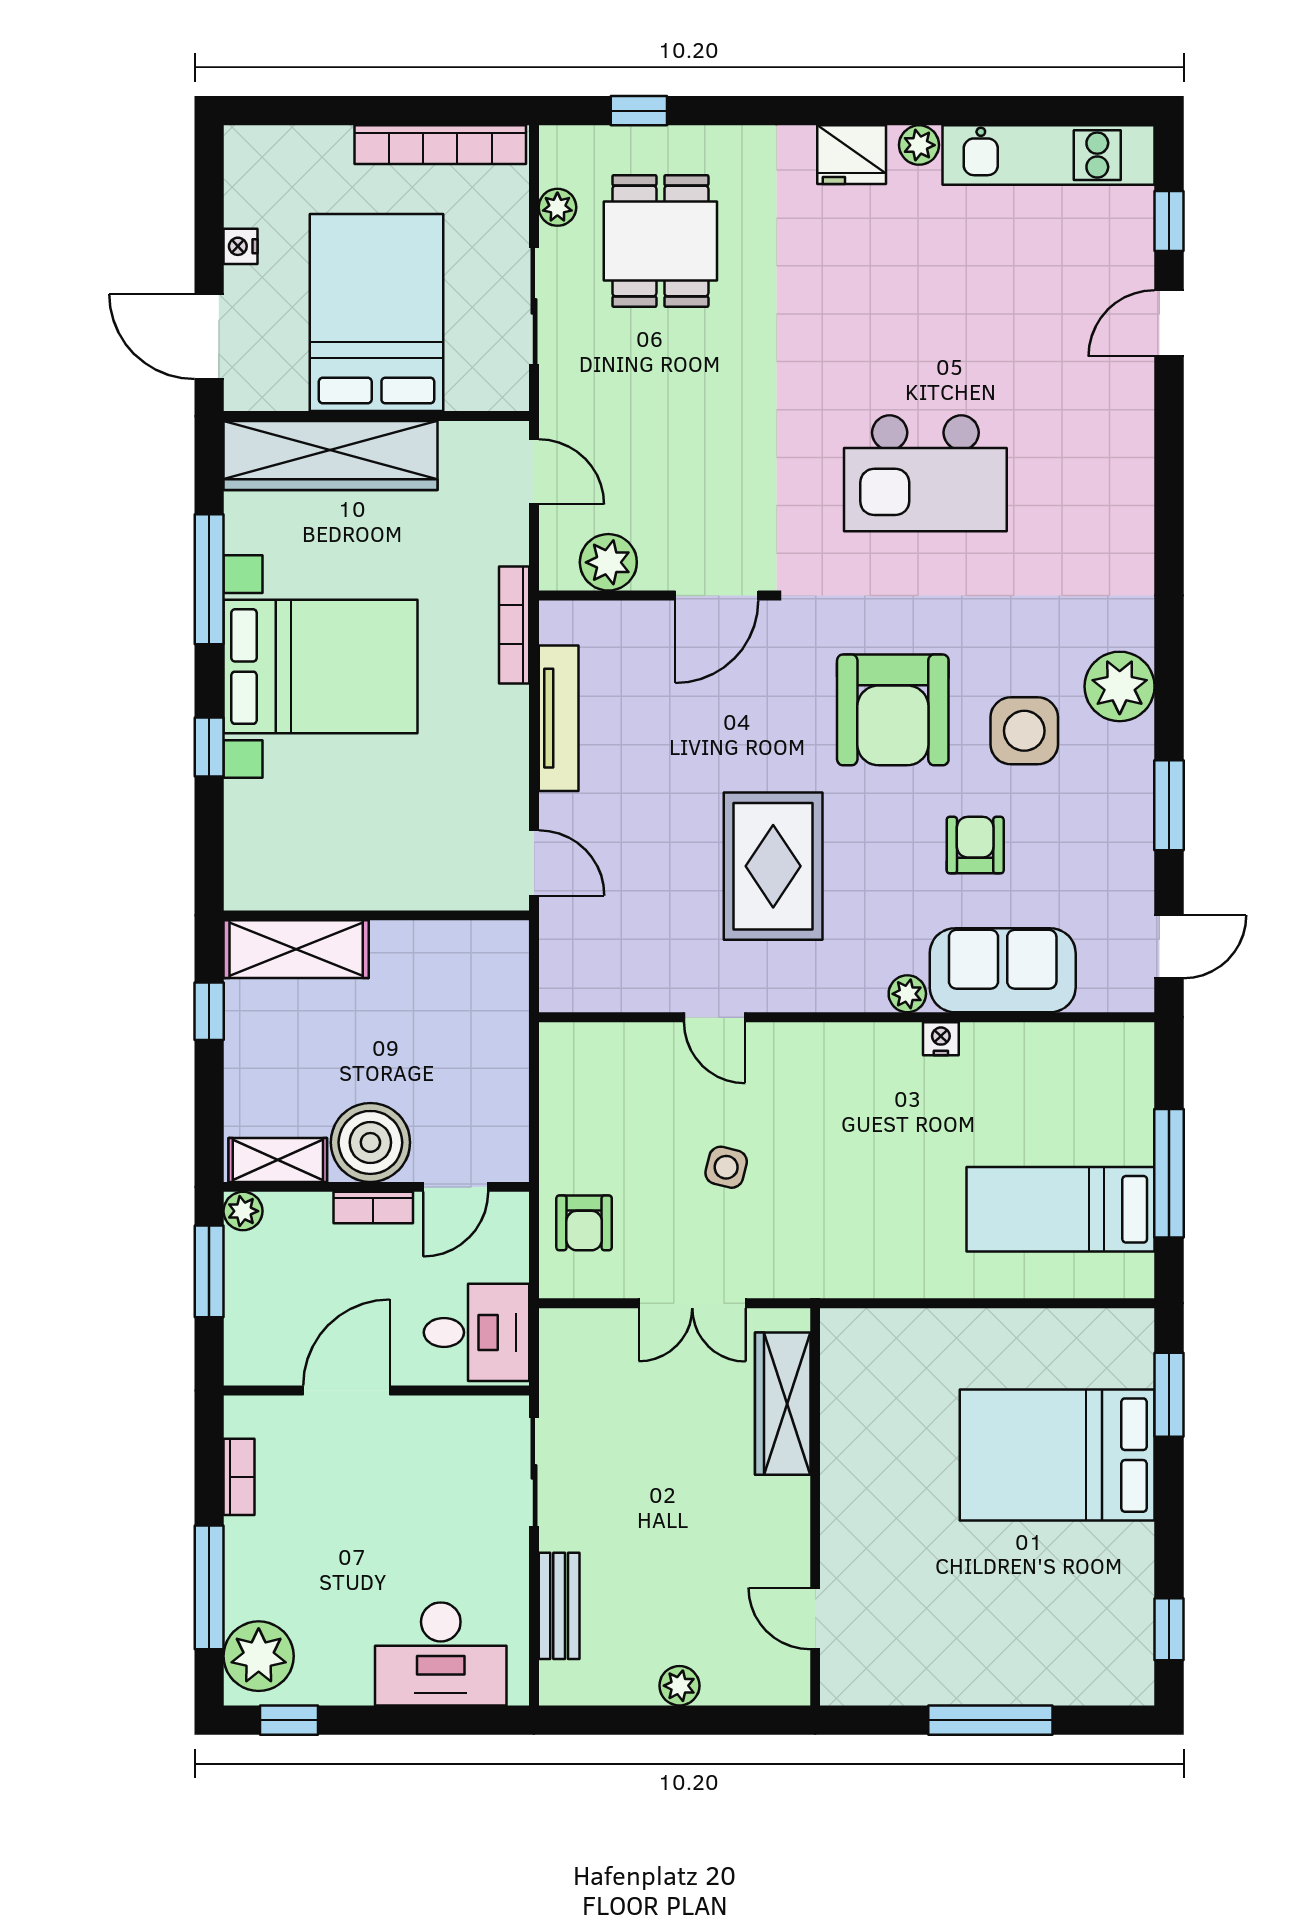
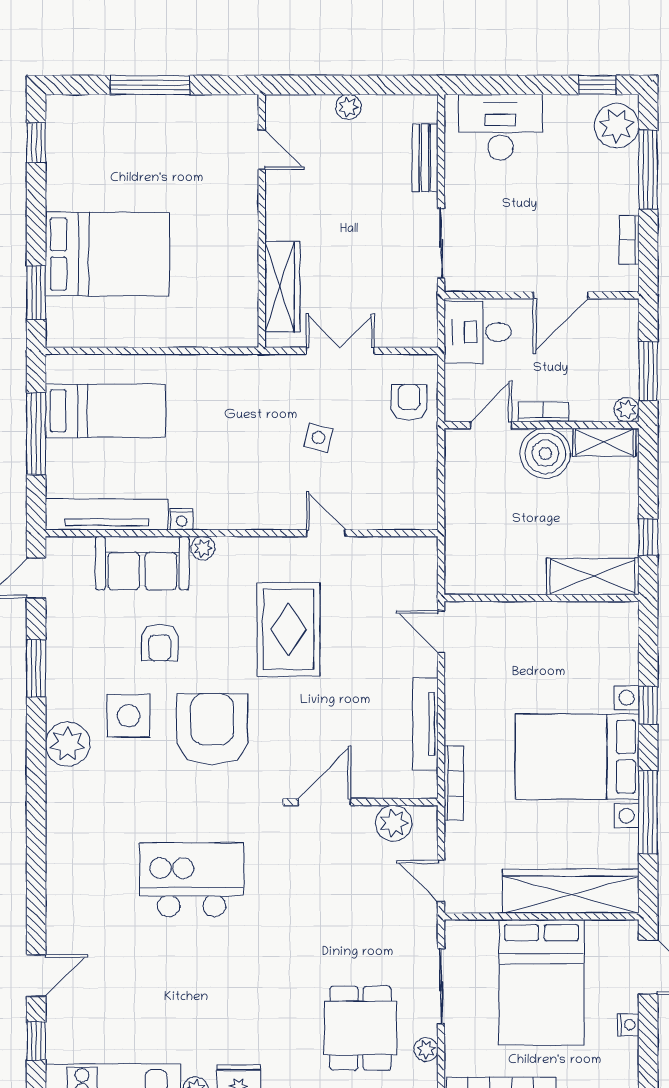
tv unit: (1058, 1047) -> (107, 514), added

